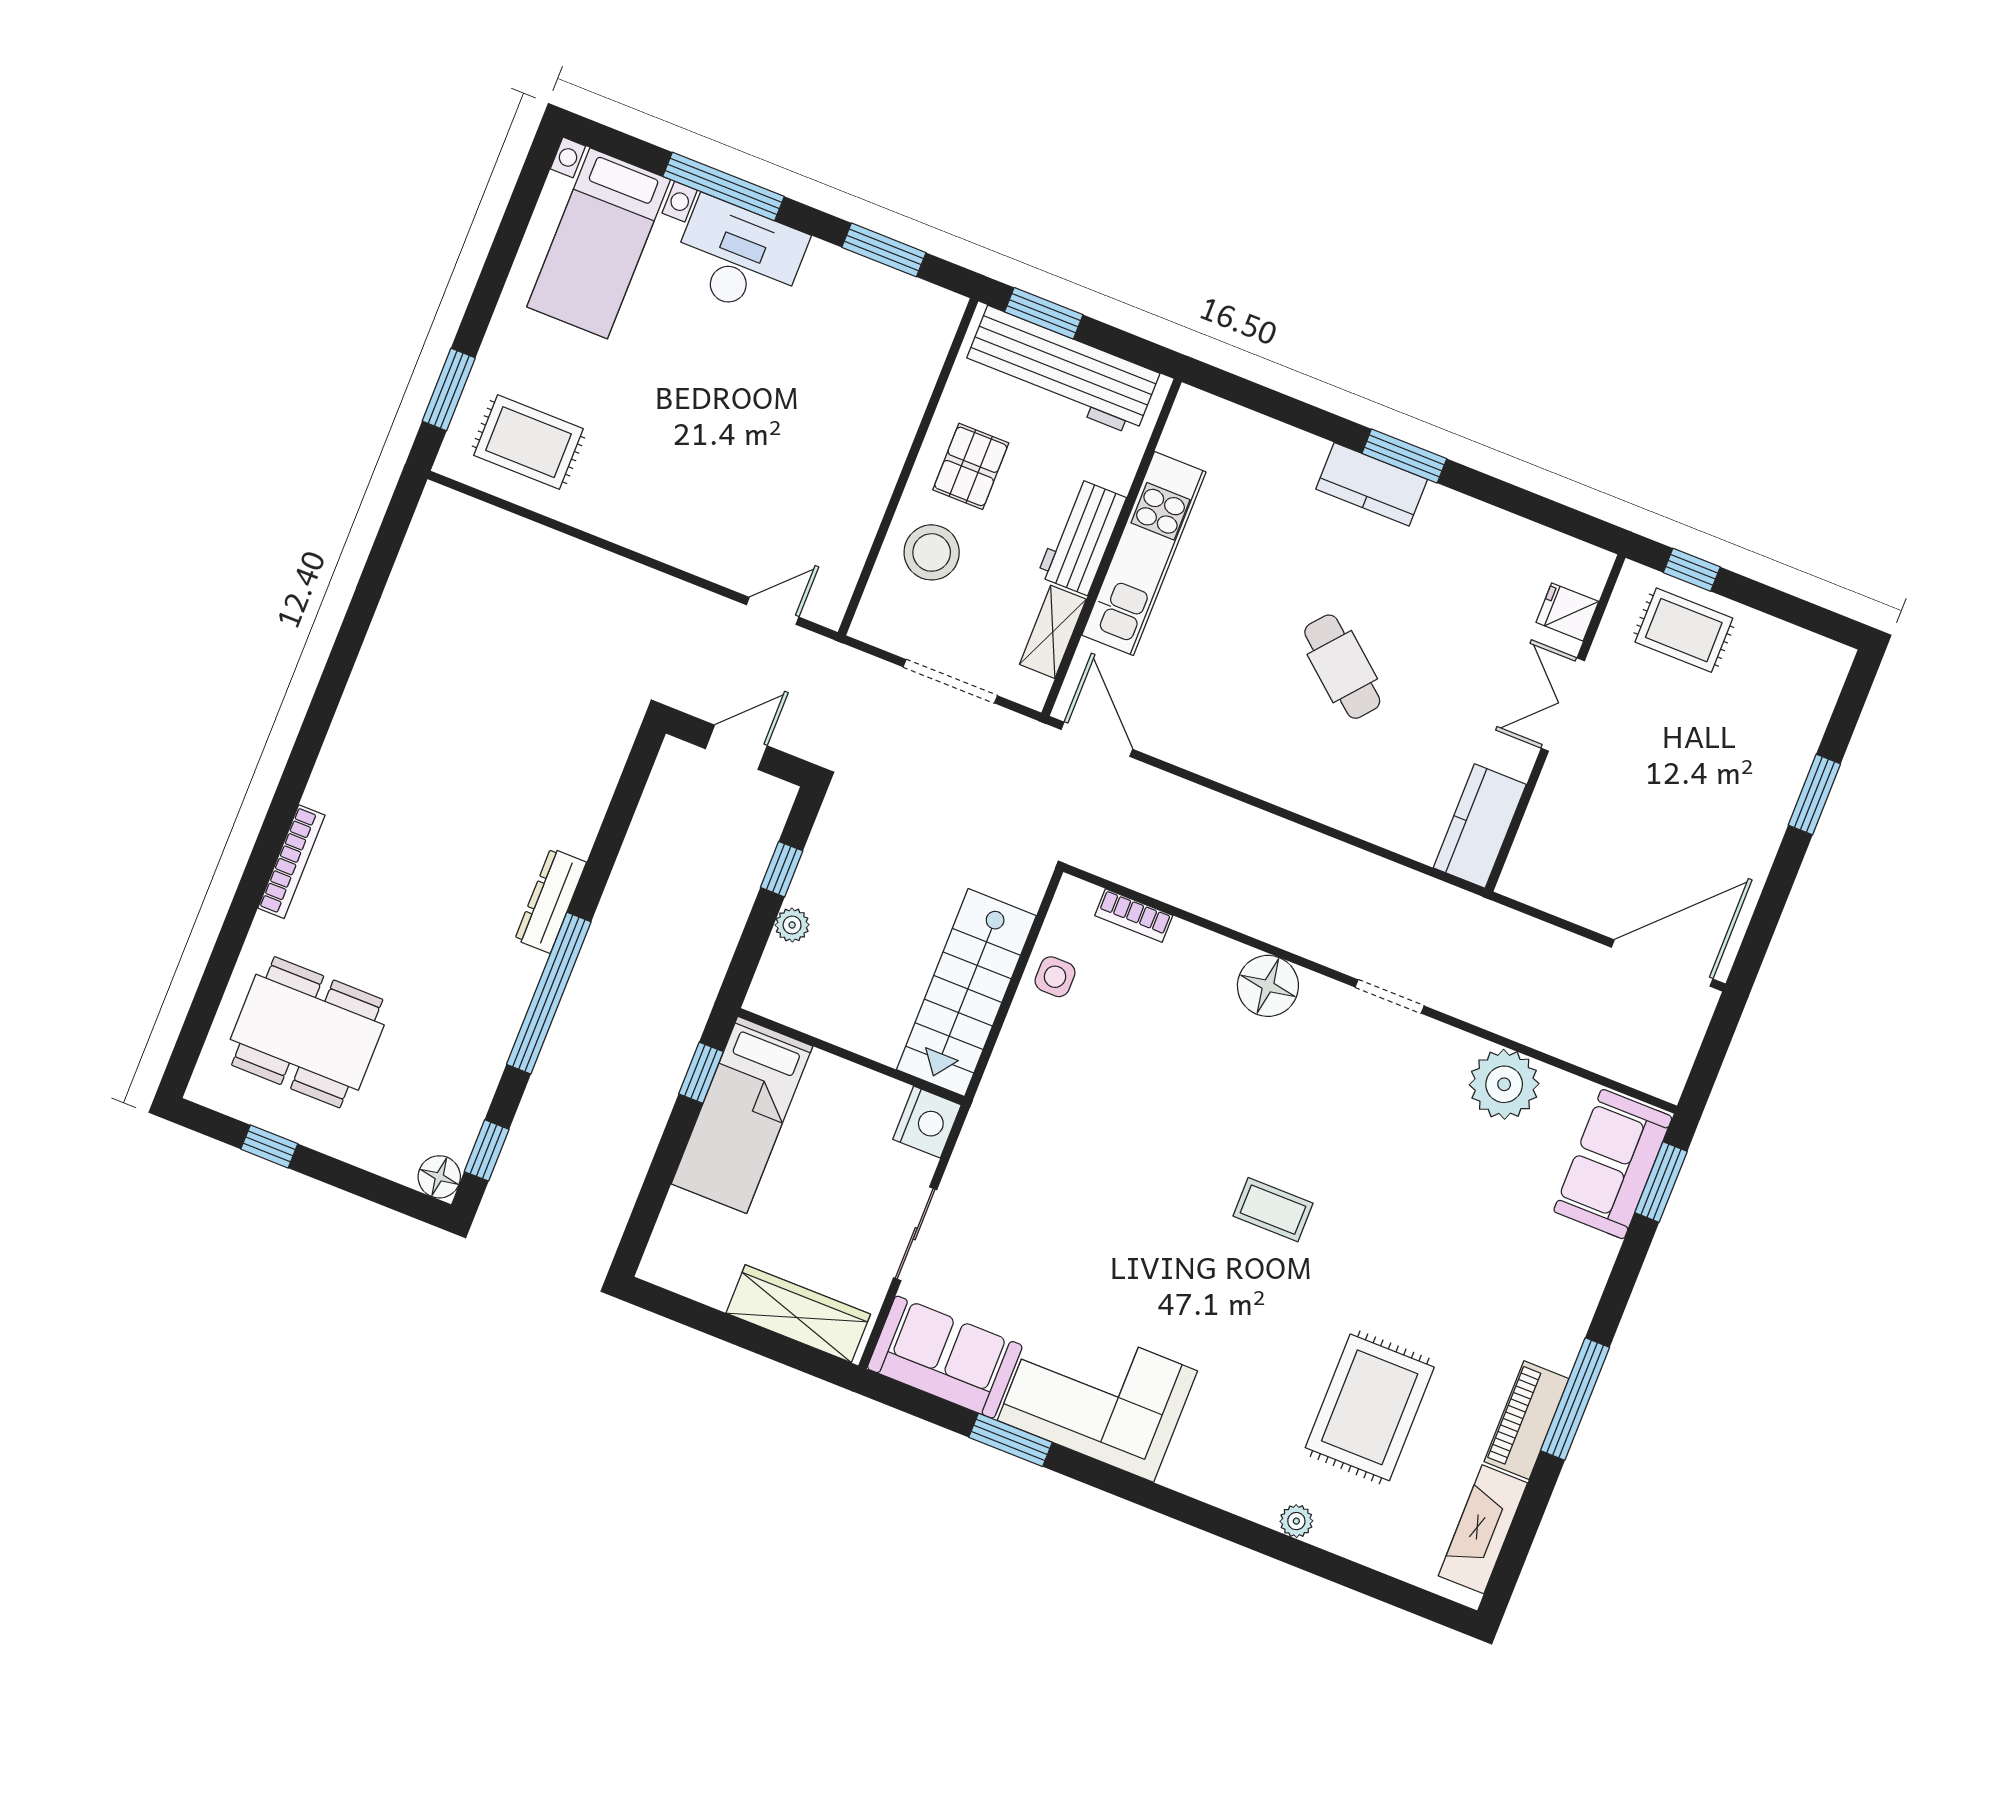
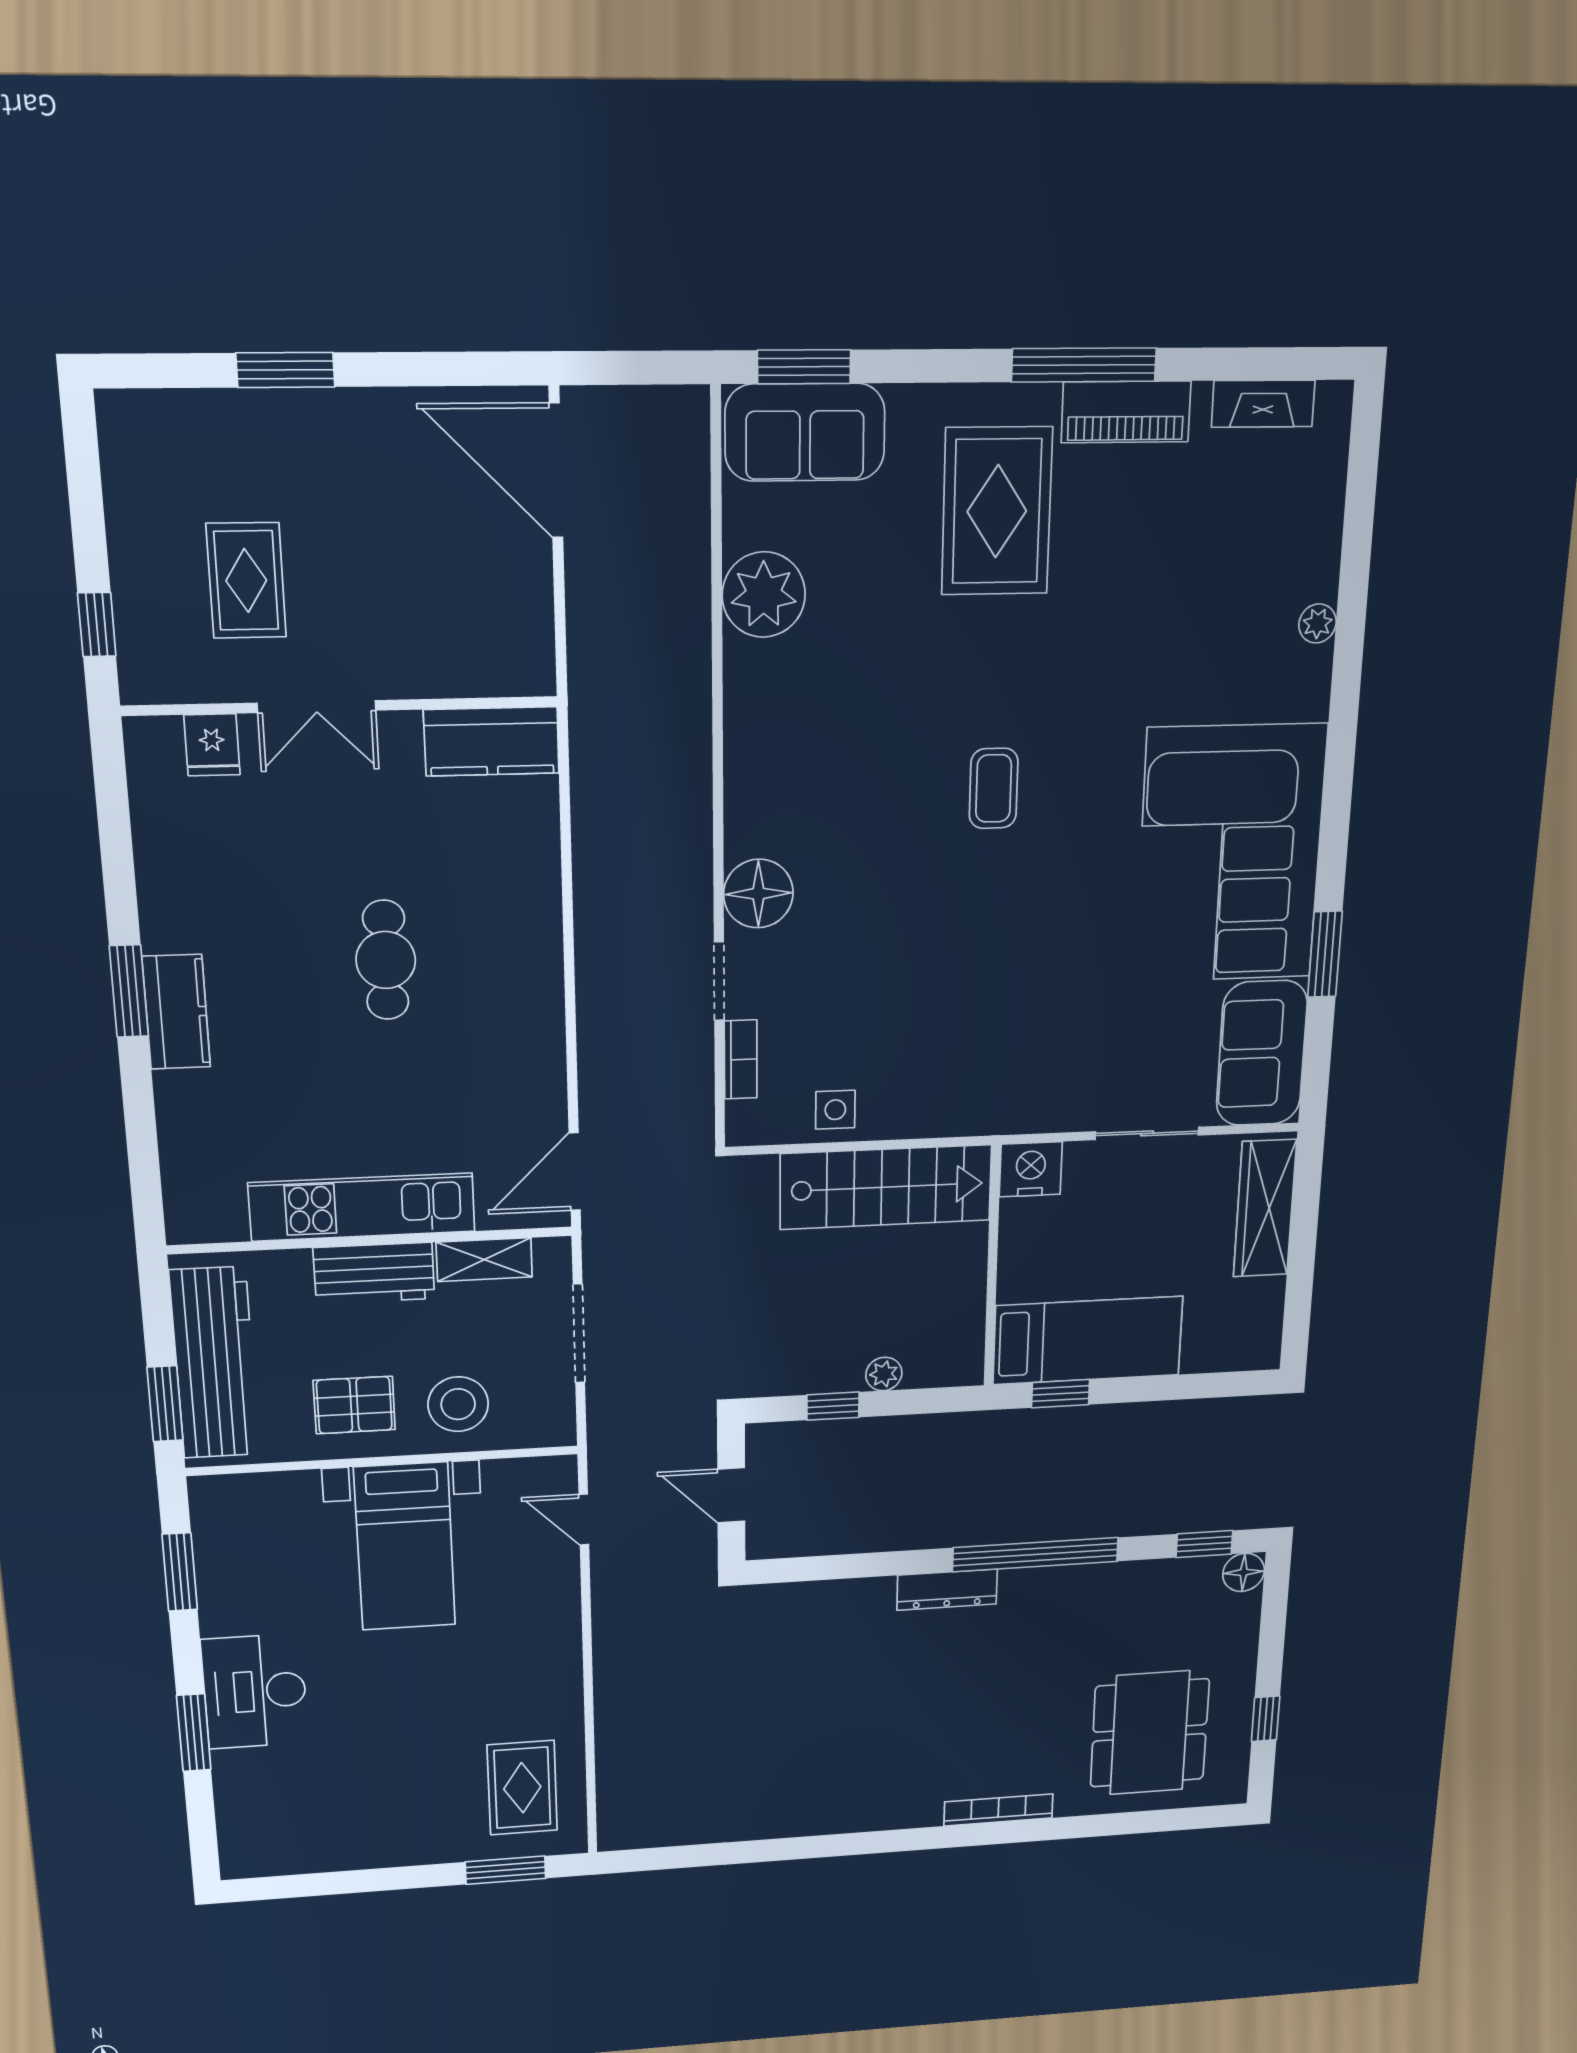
window: (723, 186) -> (194, 1733), width x0.69
bed with nightstands: (599, 243) -> (405, 1547), moved, turned 90
rug: (1684, 630) -> (246, 580), moved
cafe table: (1342, 667) -> (386, 960), turned -40
doorway: (1390, 997) -> (719, 981), moved
corner sofa: (1097, 1396) -> (1230, 854), width x1.36, depth x1.36
rug: (1370, 1407) -> (997, 511), moved, turned 90
fireplace: (1483, 1529) -> (1263, 404), width x0.73, depth x0.76

